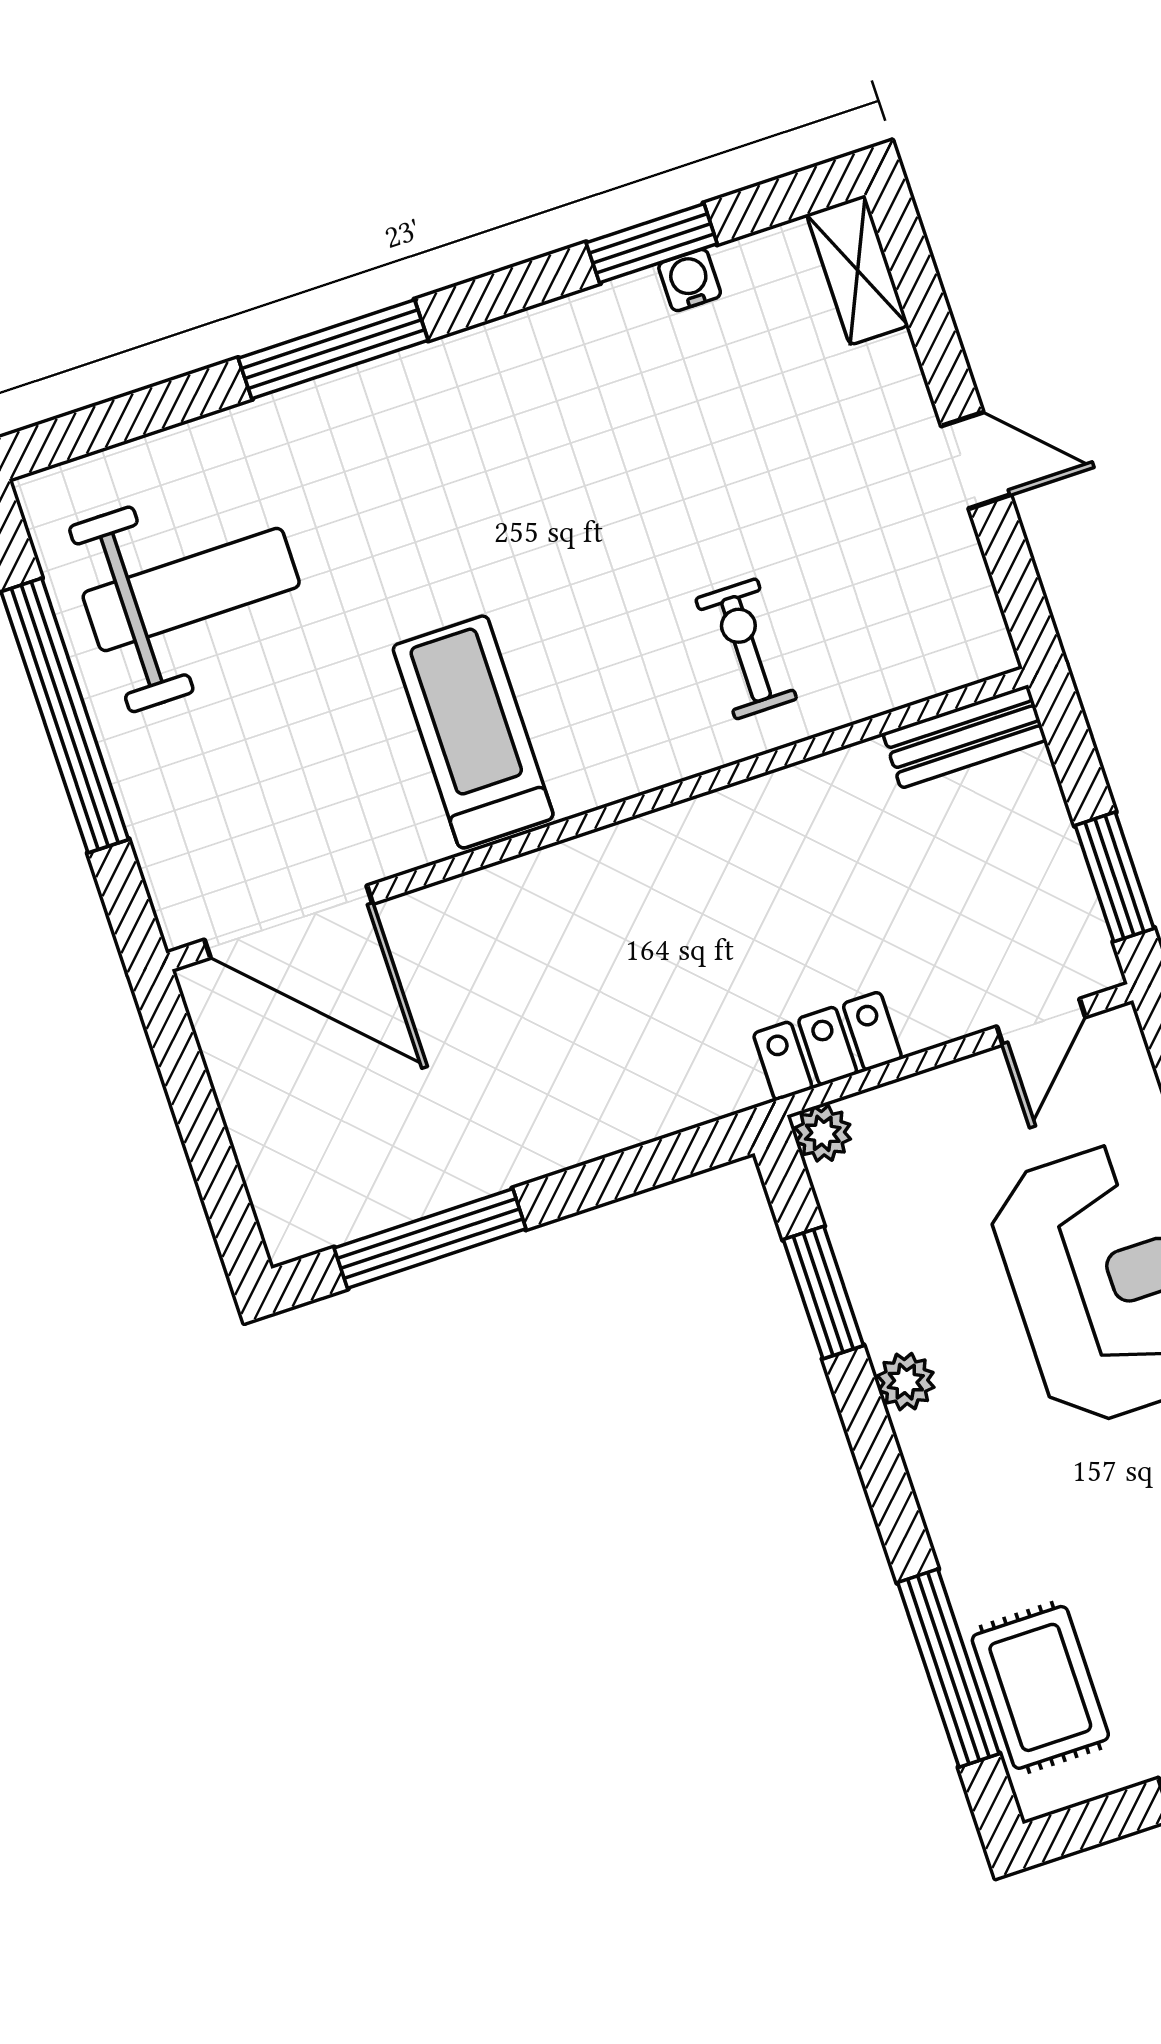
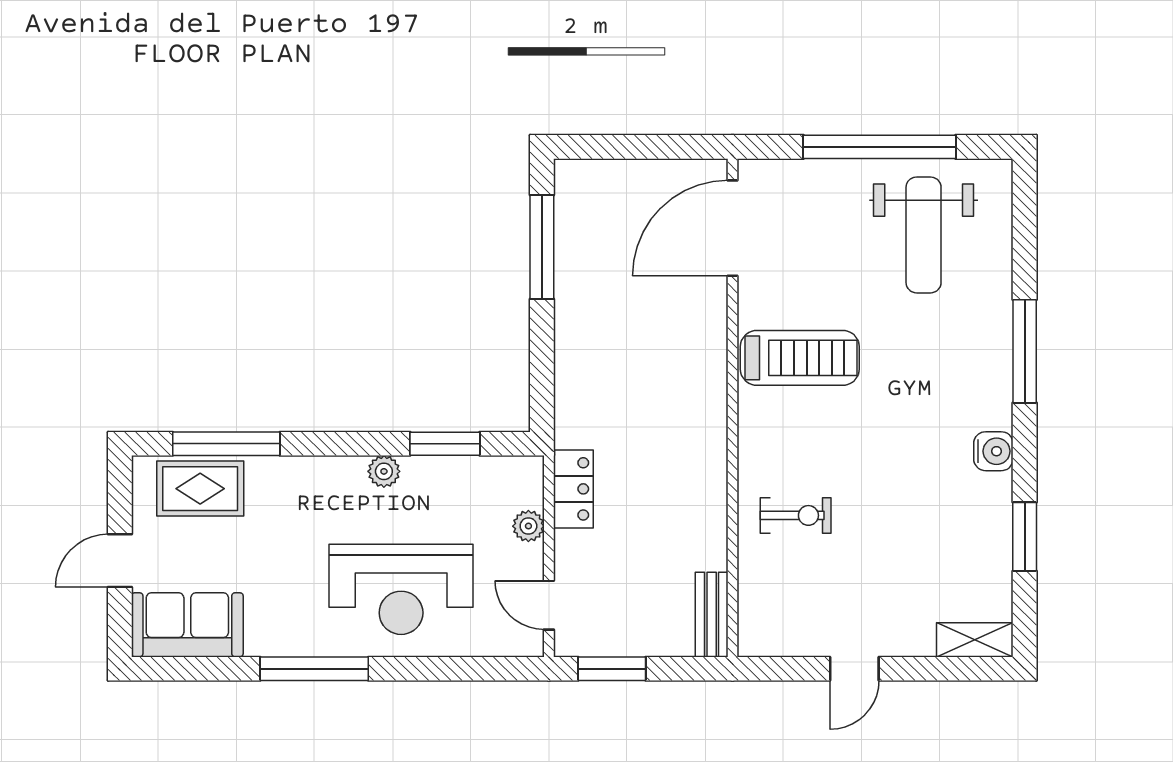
water cooler: (690, 280) -> (993, 451), moved, width x1.38, depth x1.38
plant: (823, 1133) -> (528, 526), moved

